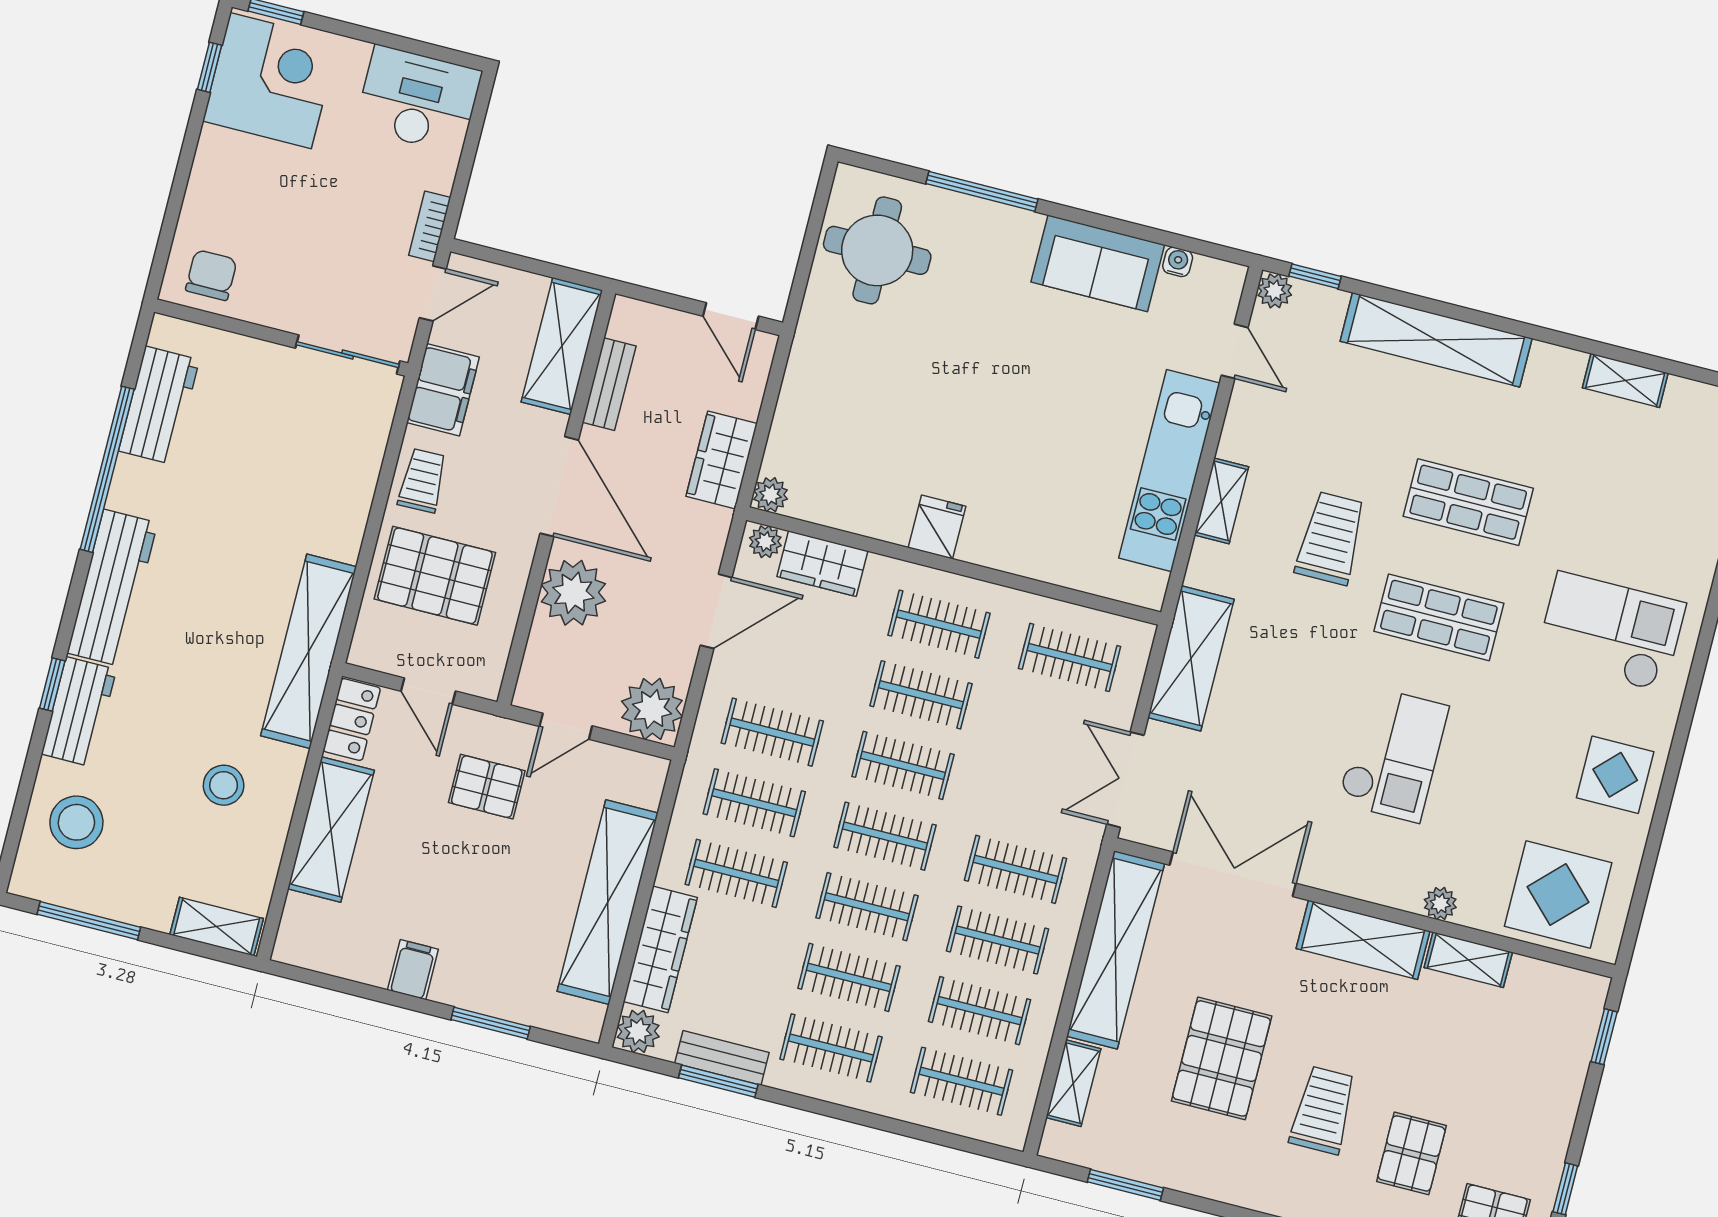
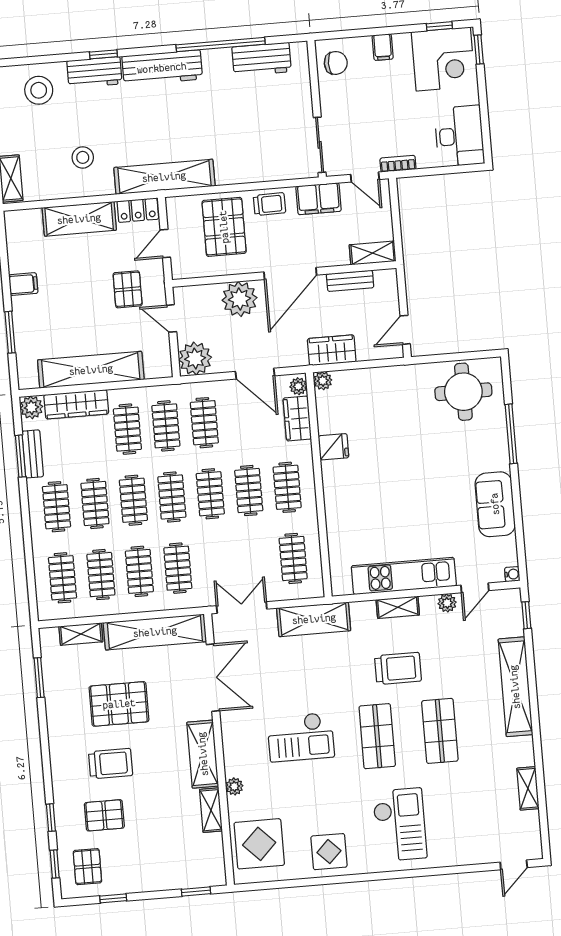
filing cabinet: (212, 182) -> (383, 47), added
water cooler: (1178, 262) -> (512, 574), moved
plant: (1275, 291) -> (447, 603), moved
shelving: (562, 346) -> (373, 253), width x0.67, depth x0.75
fridge: (937, 527) -> (333, 447), moved

